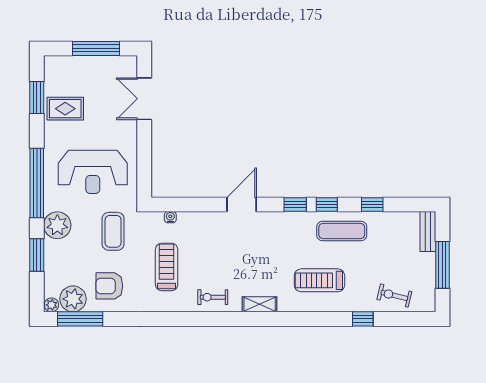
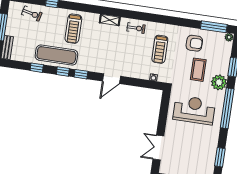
double door: (144, 99) -> (158, 148), swing flipped
rug: (65, 109) -> (205, 149), removed
coffee table: (113, 231) -> (198, 70), moved
exercise mat: (342, 231) -> (56, 55), width x1.36, depth x1.45
treadmill: (319, 280) -> (73, 29), turned 90
plant: (73, 299) -> (216, 39), removed

